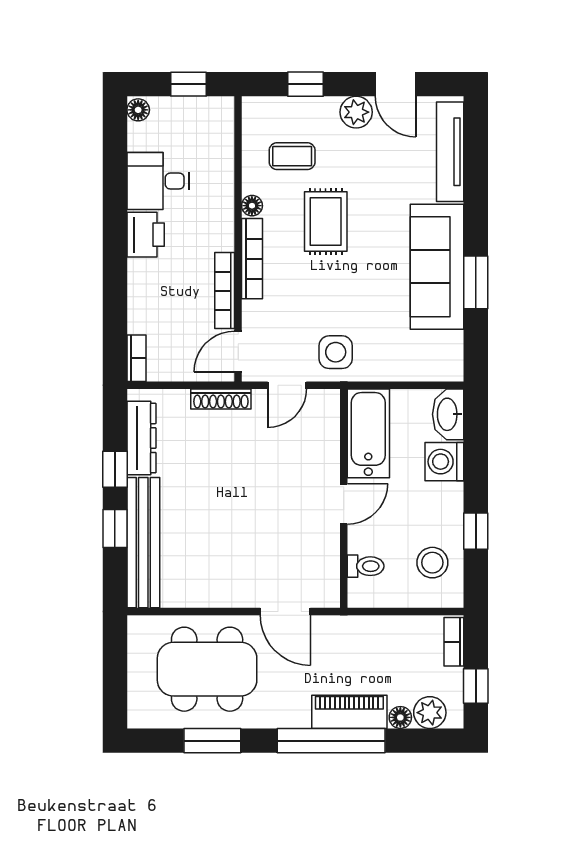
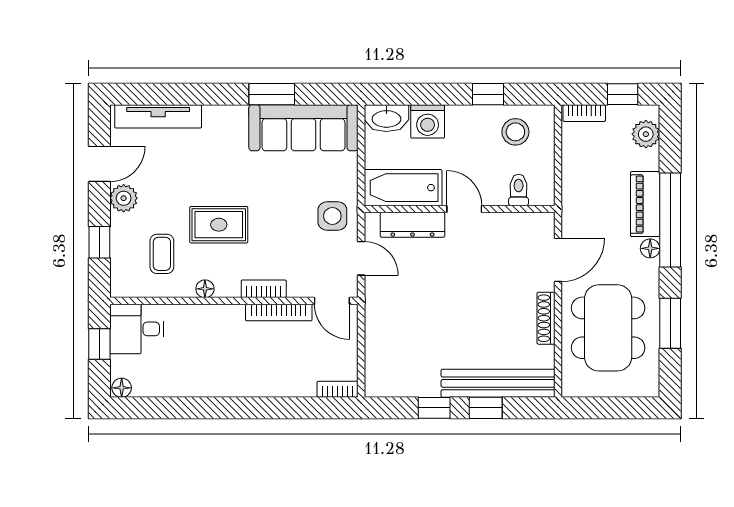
desk: (158, 181) -> (137, 329), moved, turned 90
printer: (146, 235) -> (230, 381), removed
bookcase: (252, 259) -> (264, 289), width x0.64
sofa: (437, 267) -> (303, 128), moved
shoe rack: (221, 399) -> (546, 318), moved, turned 180
dresser: (141, 438) -> (412, 225), moved, turned 180
floor lamp: (400, 717) -> (650, 248), moved

